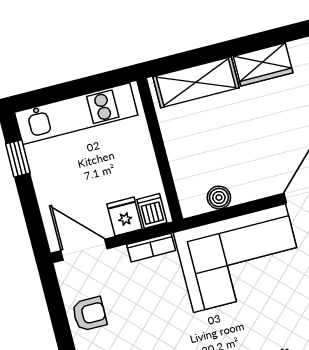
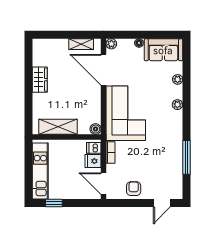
shelving: (196, 82) -> (58, 127), moved, turned 90
boiler: (219, 198) -> (96, 129), moved
door: (84, 250) -> (104, 184), hinge flipped

